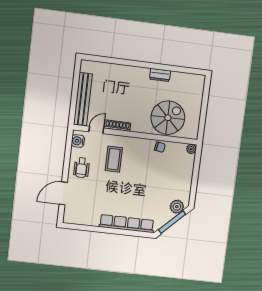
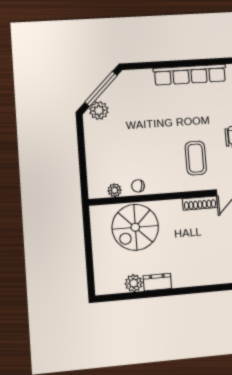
plant: (177, 78) -> (134, 283), added
plant: (191, 149) -> (115, 190), moved
row of seats: (127, 224) -> (190, 75), moved

